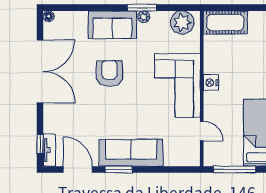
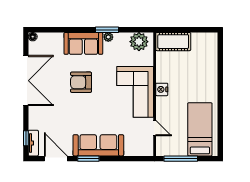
armchair: (109, 74) -> (81, 82), turned -90

